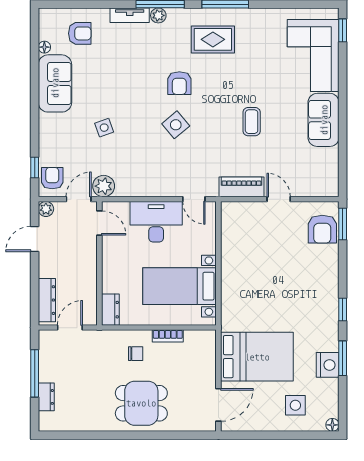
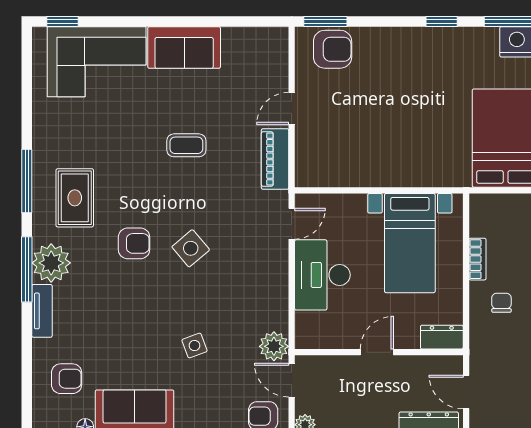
plant: (158, 15) -> (51, 263), width x1.88, depth x1.88
armchair: (80, 33) -> (67, 379), turned 90
door: (99, 223) -> (377, 352), moved

